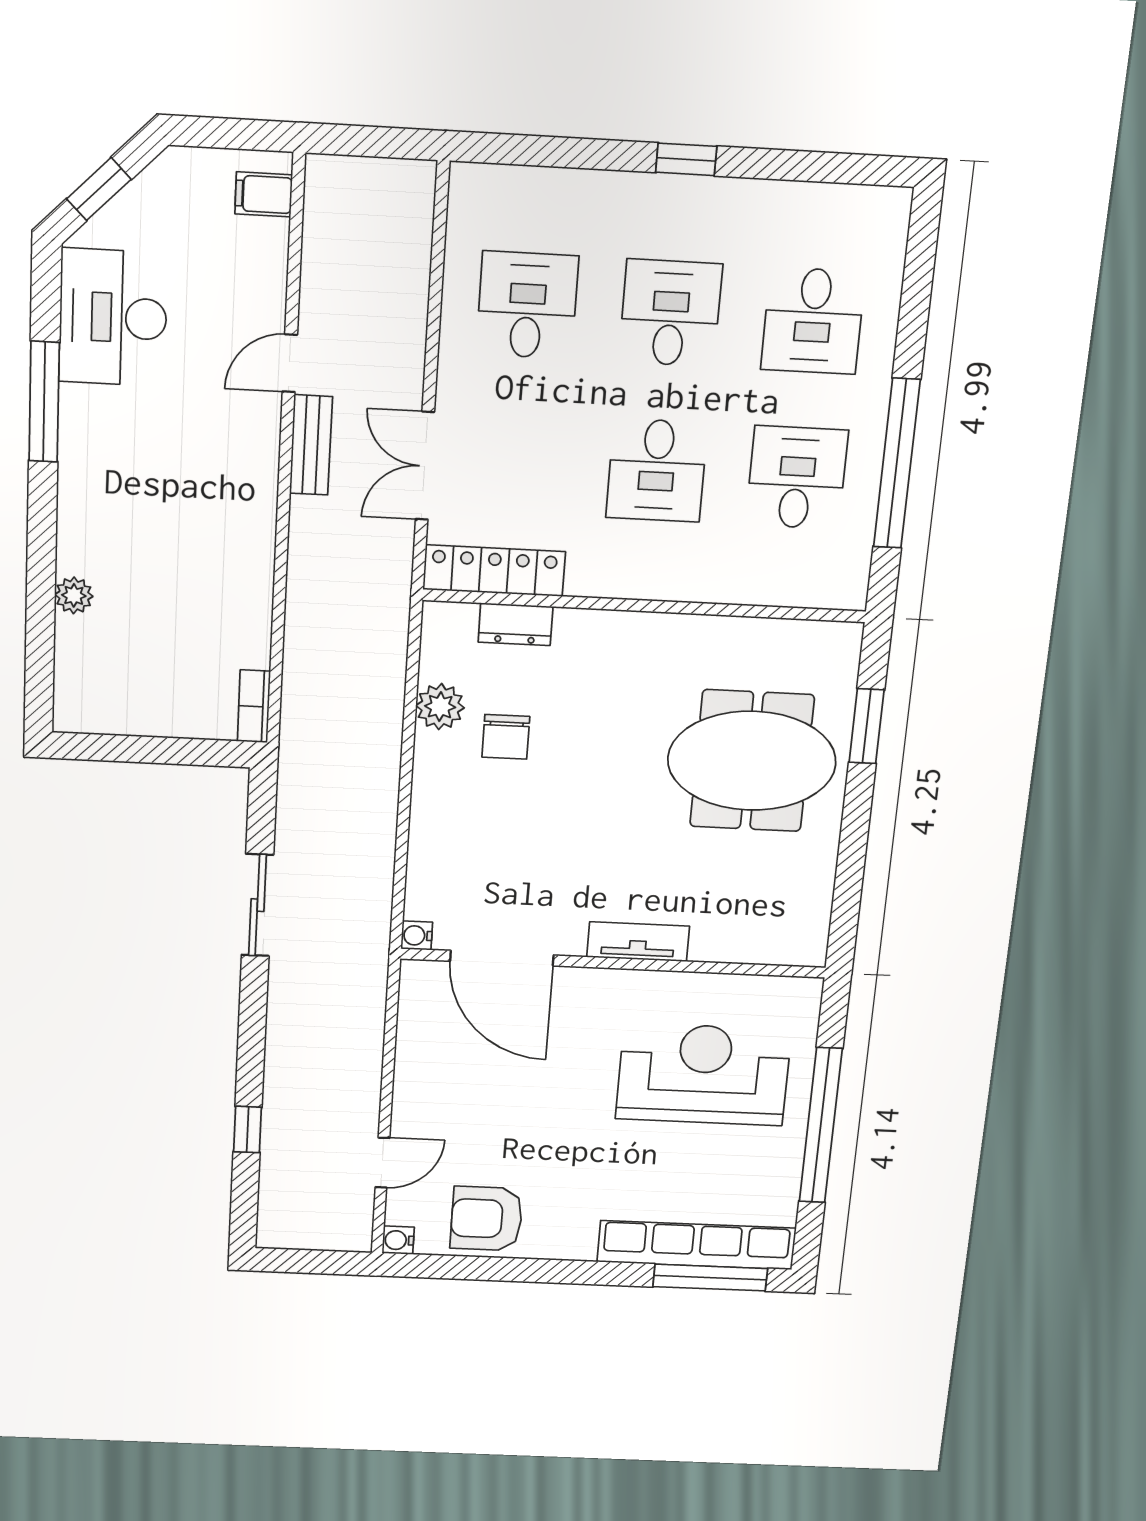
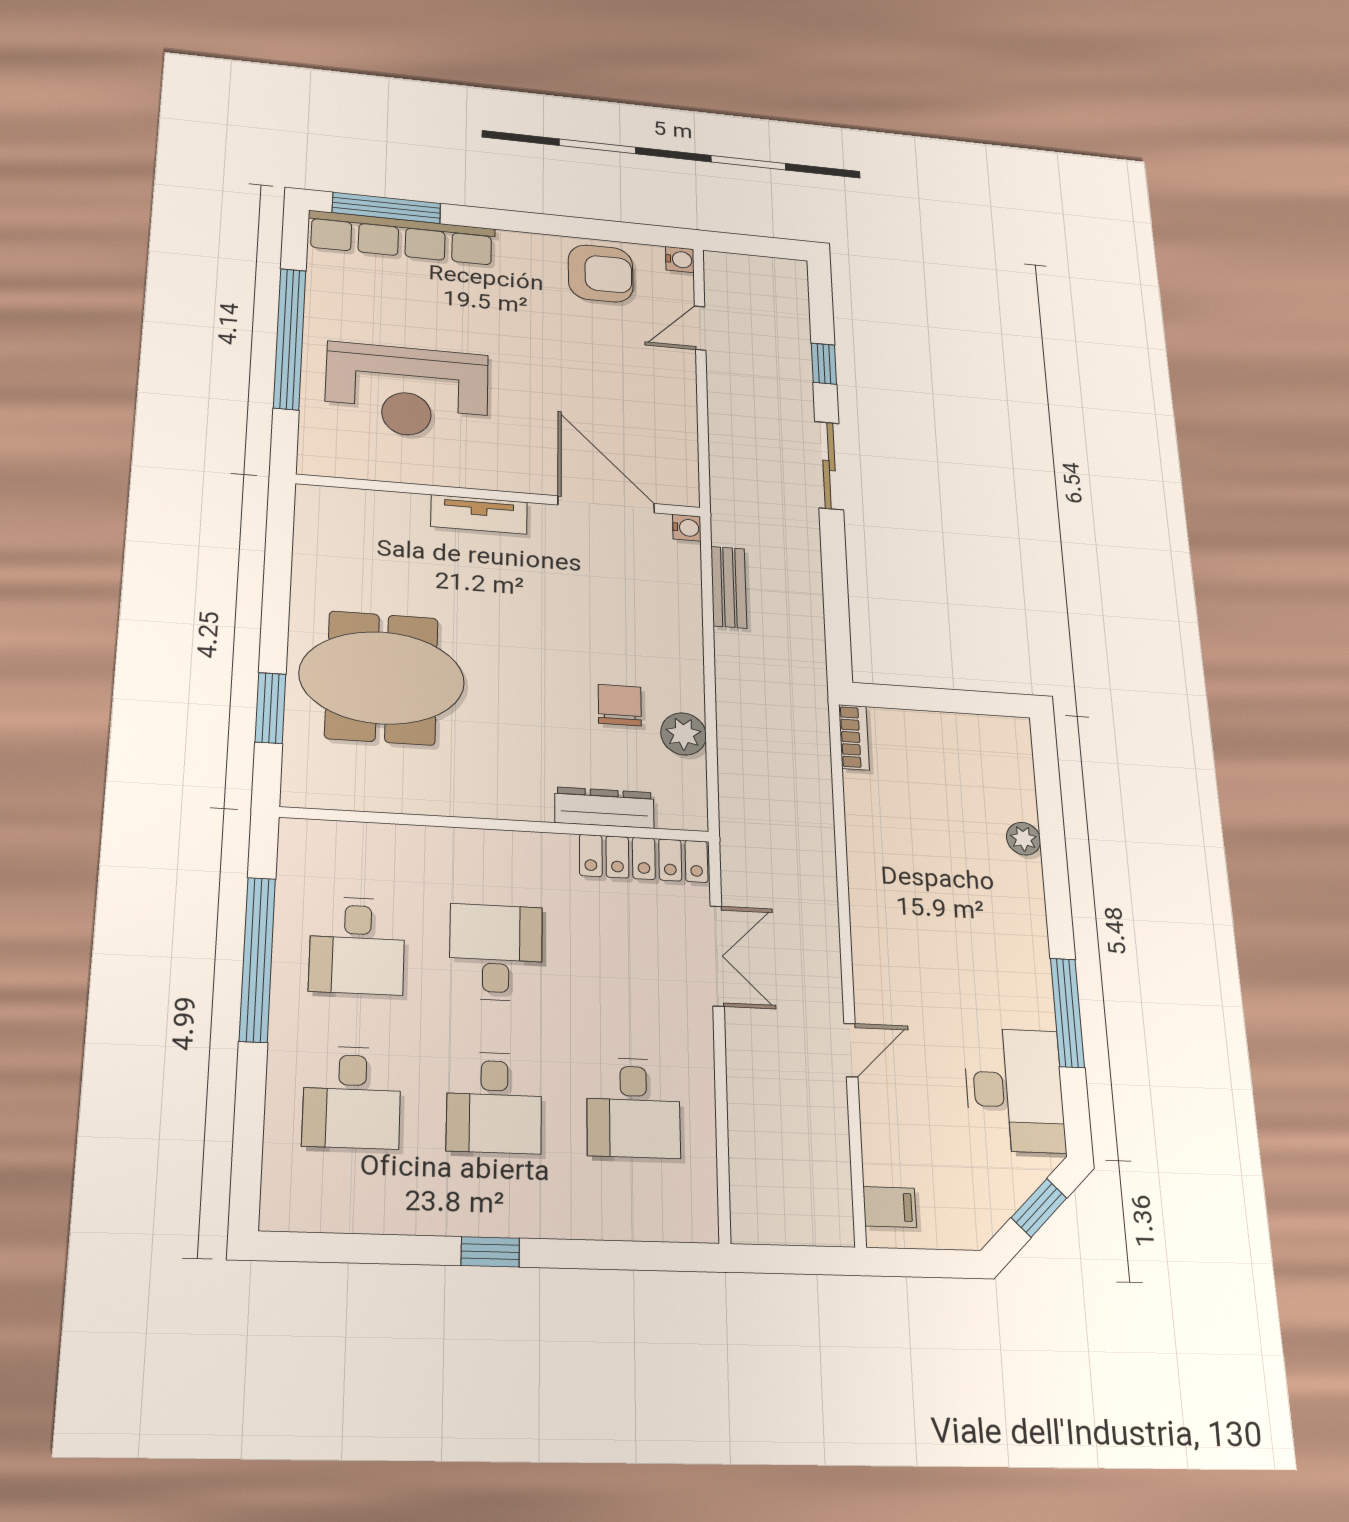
desk: (813, 321) -> (352, 1097), turned 180
bench: (311, 445) -> (729, 587), moved
dresser: (516, 624) -> (604, 808), width x1.44
sliding door: (257, 905) -> (829, 466), moved

